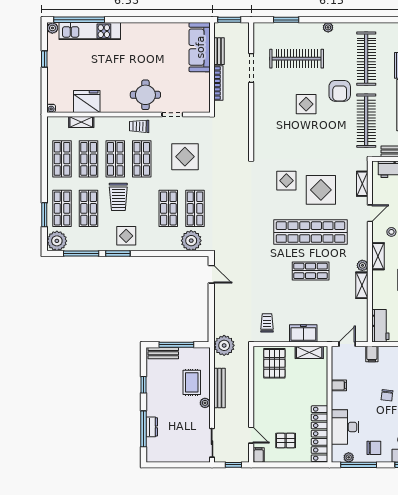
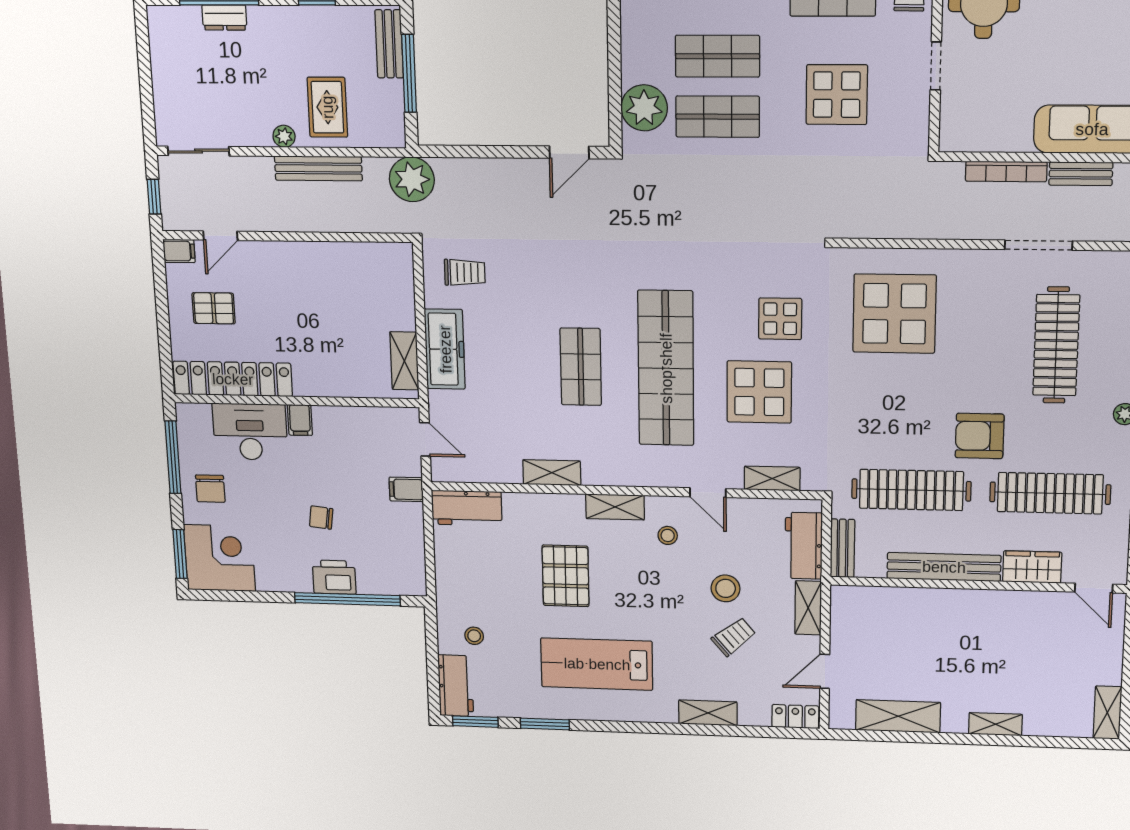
display table: (306, 104) -> (894, 314), moved, width x1.86, depth x1.86
plant: (362, 265) -> (595, 475), removed
freezer: (303, 333) -> (445, 349), width x1.40
pallet: (274, 363) -> (378, 287), removed
rug: (192, 382) -> (327, 107), turned 90
filing cabinet: (339, 385) -> (300, 420), moved
pallet: (286, 441) -> (214, 308), turned 90
plant: (349, 457) -> (187, 438), removed

